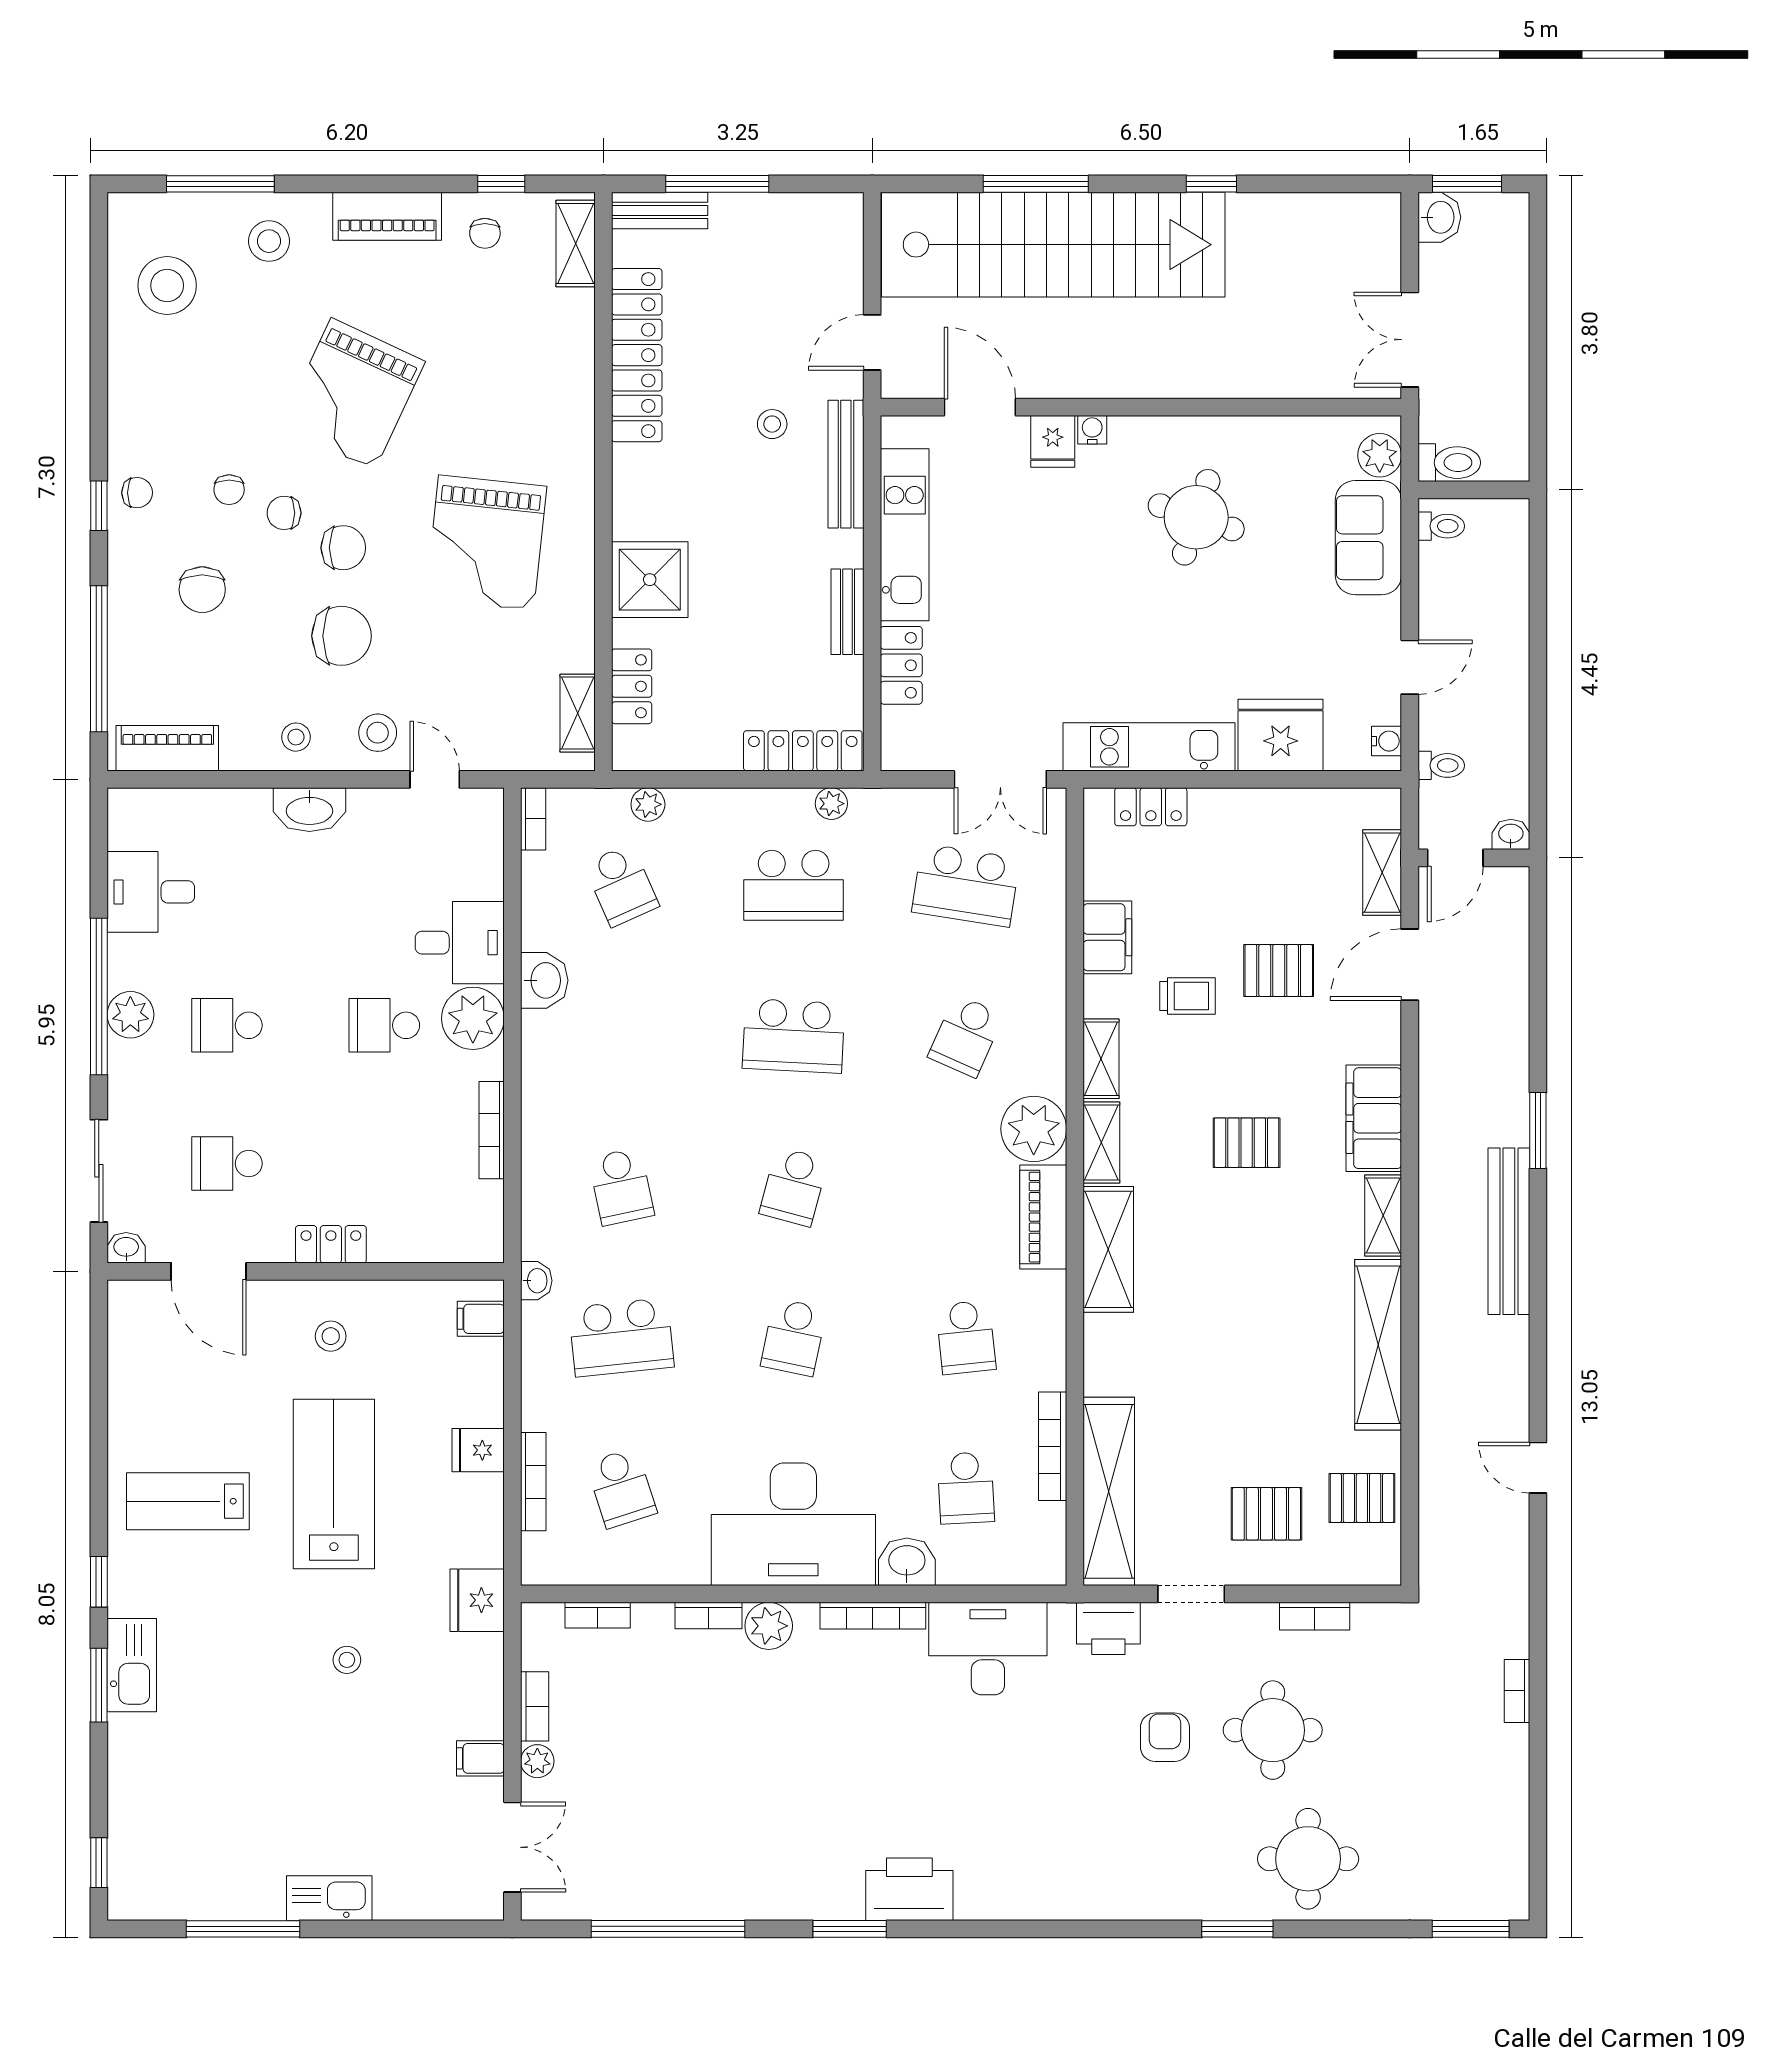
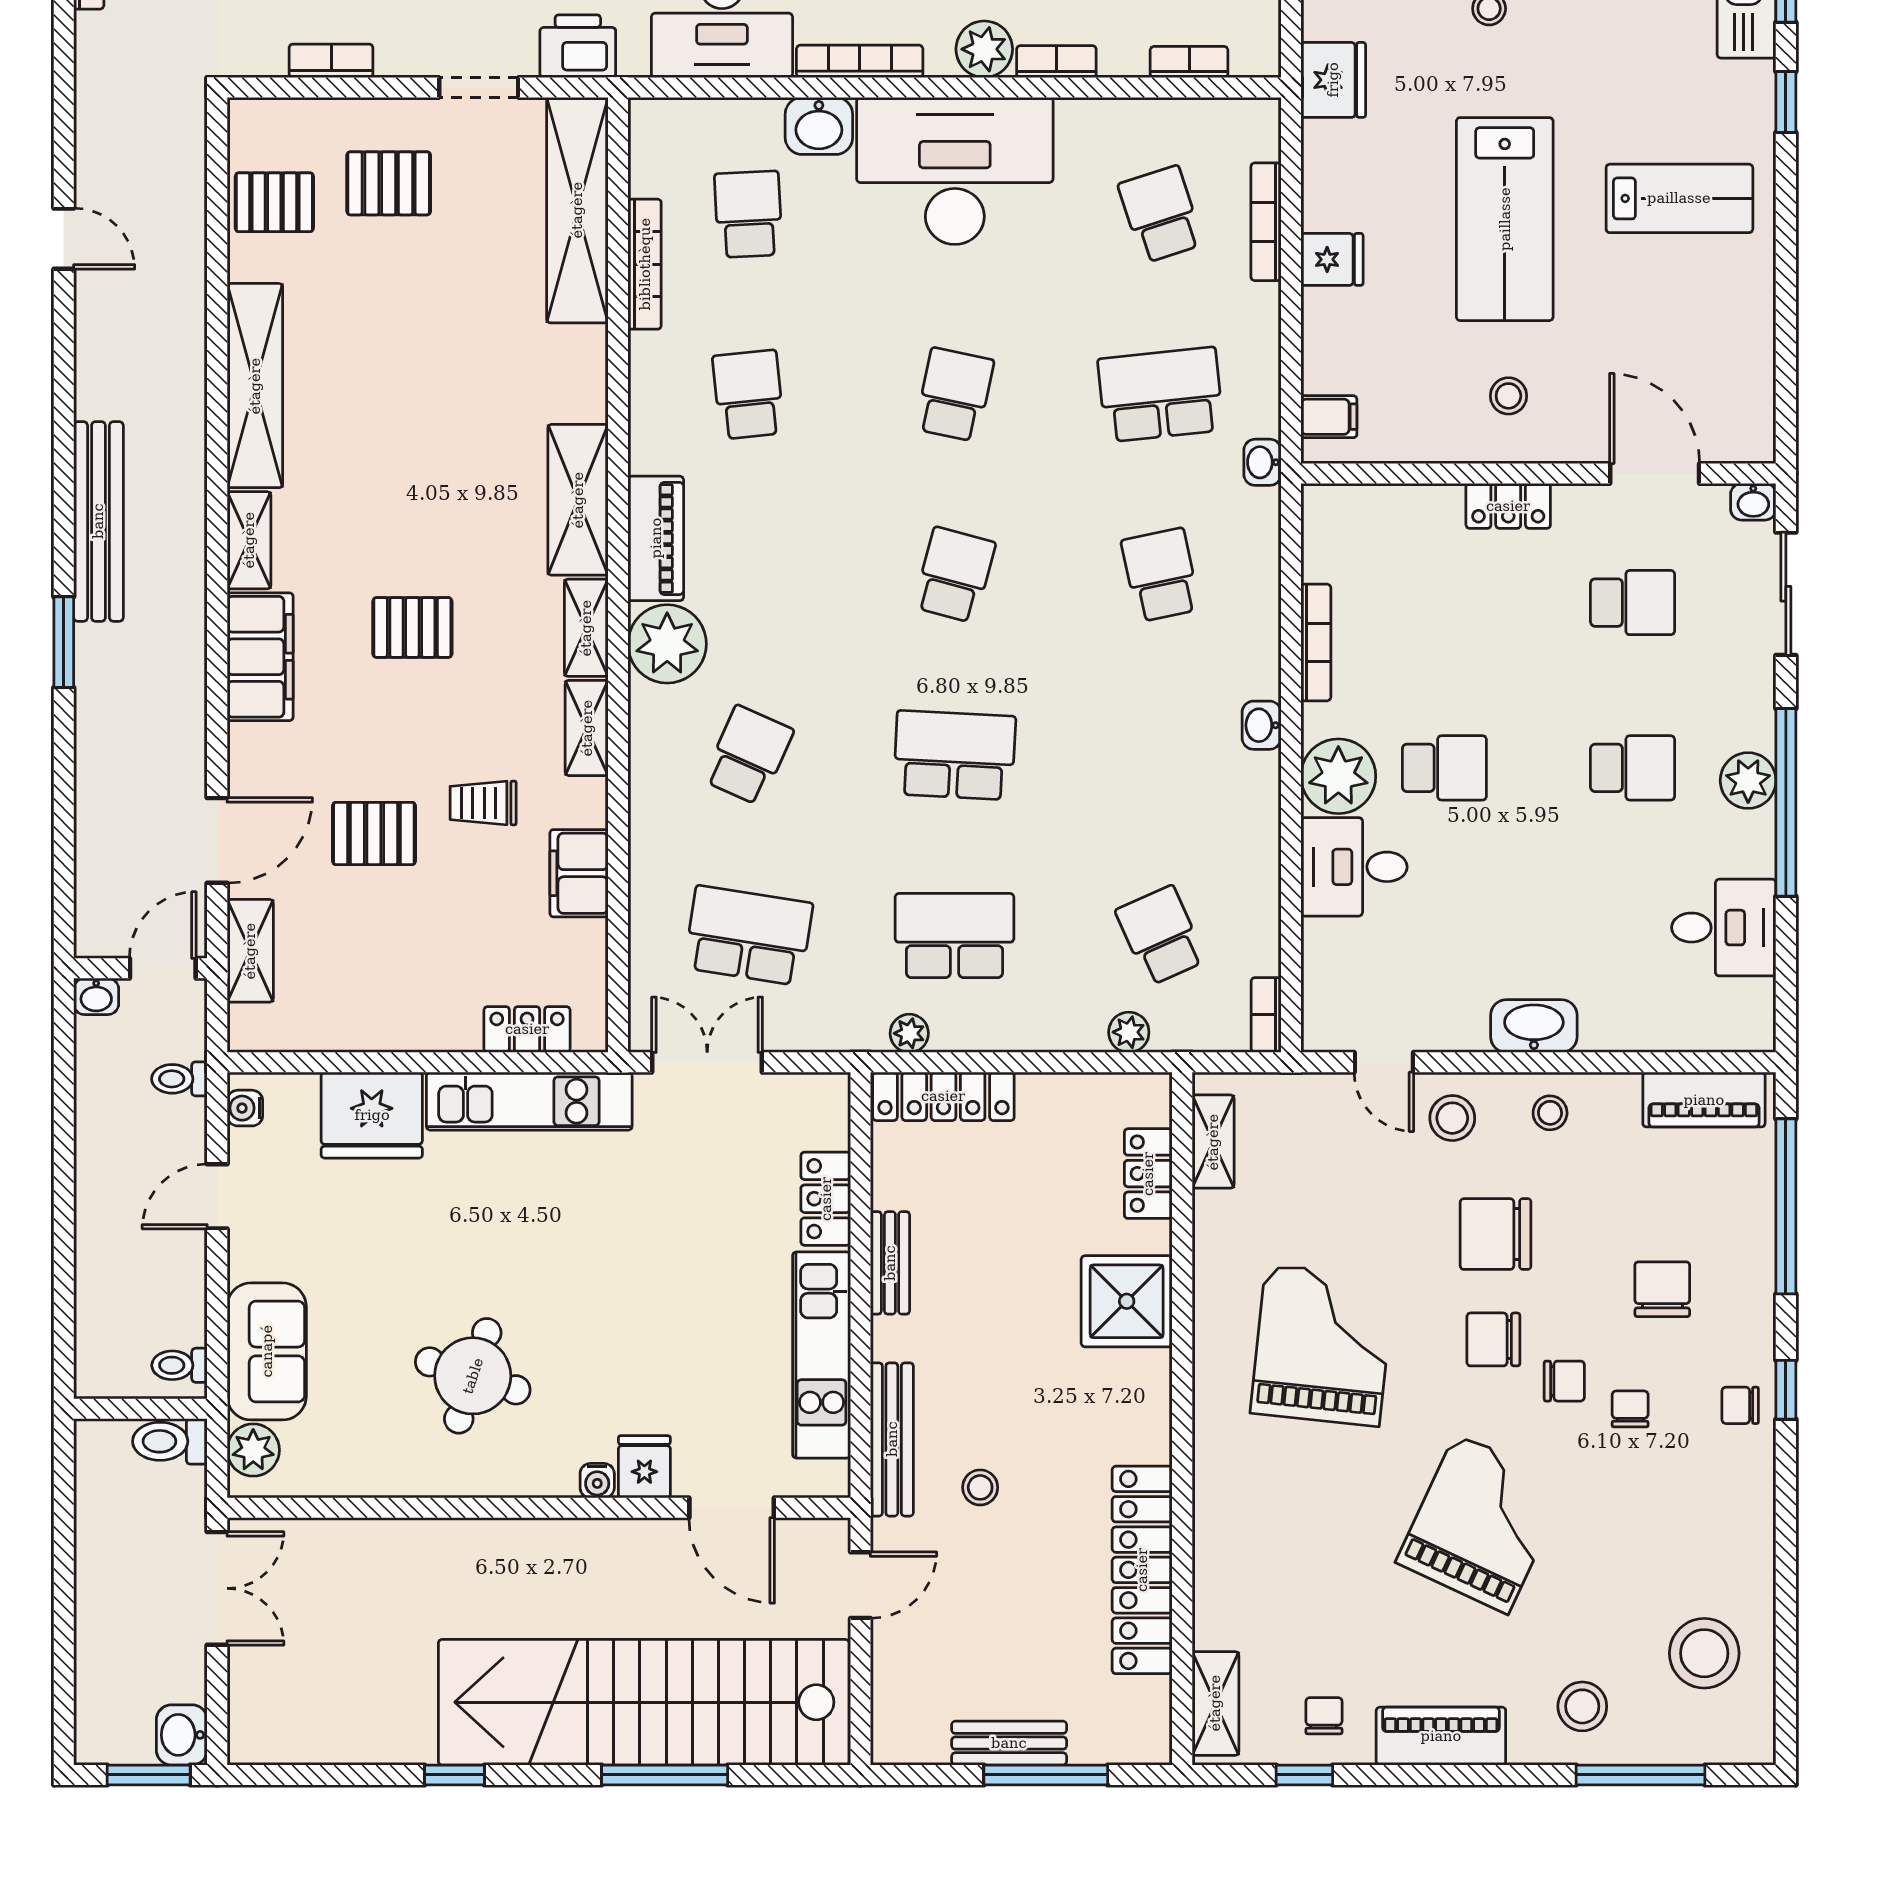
bench: (660, 210) -> (1009, 1743), moved
washbasin: (544, 980) -> (1262, 725), moved, width x0.72, depth x0.69

